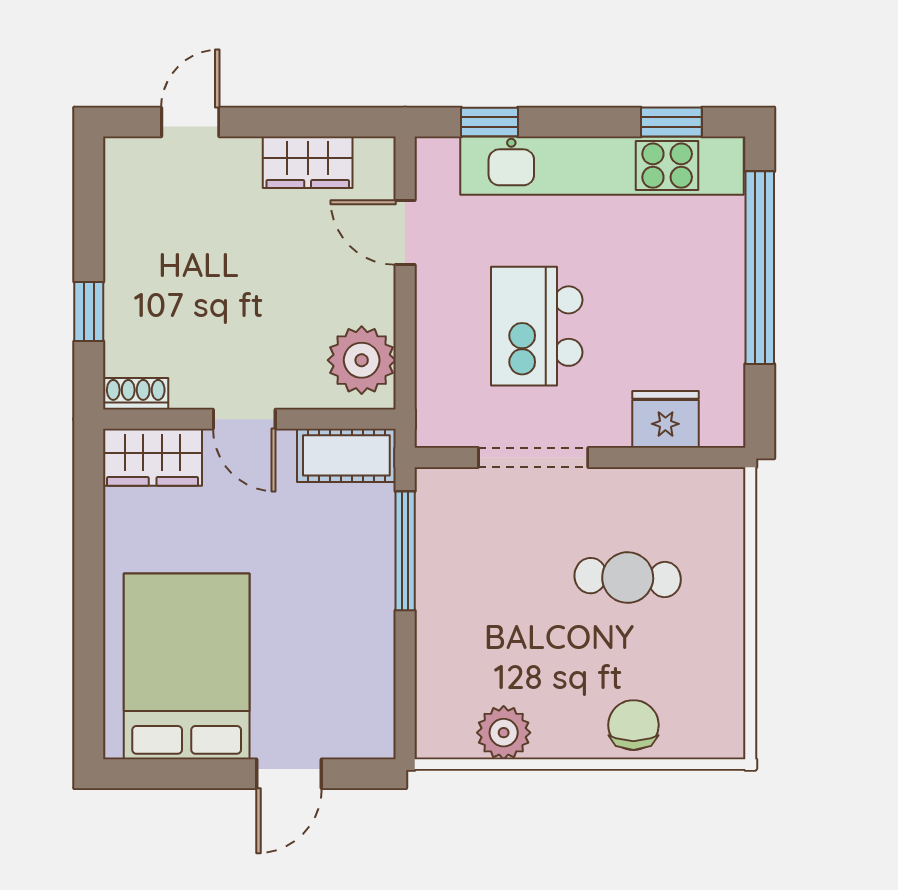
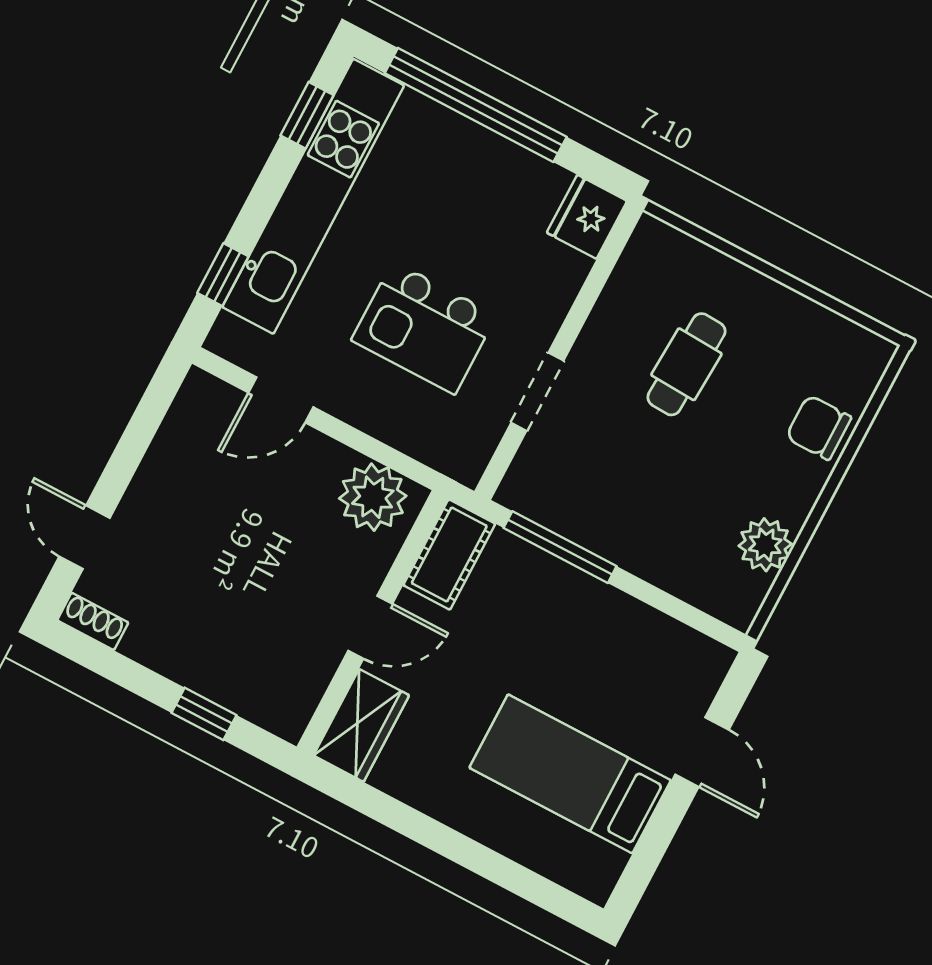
wardrobe: (308, 162) -> (174, 453), removed
shoe rack: (136, 394) -> (93, 621), moved, turned 90
fridge: (665, 419) -> (587, 217), moved
doorway: (533, 457) -> (537, 392), width x0.73
bed: (187, 666) -> (570, 774), width x0.67

